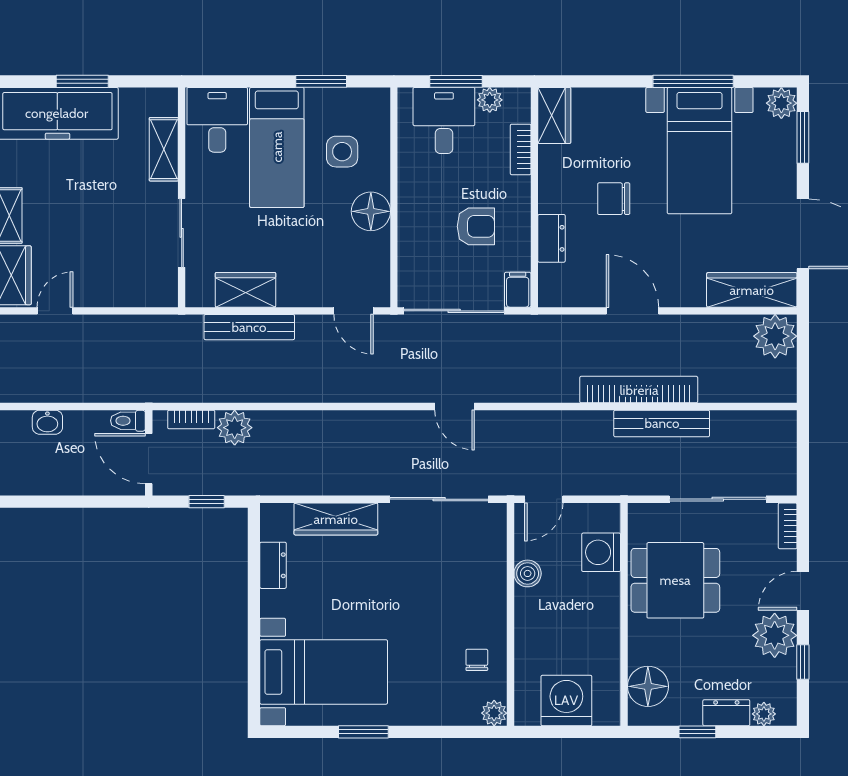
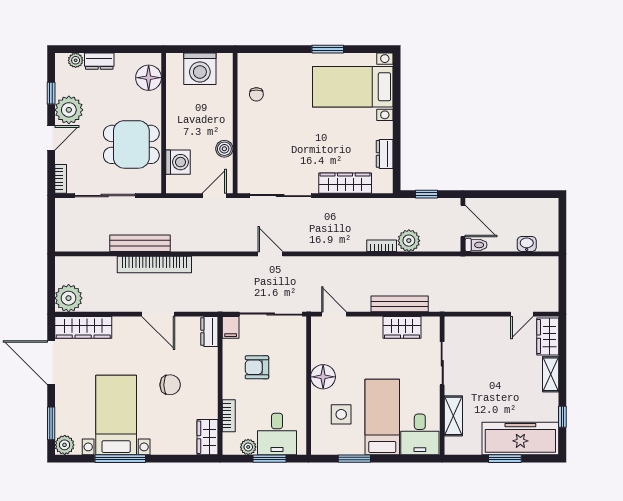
dresser: (551, 238) -> (209, 332), moved
bookcase: (191, 419) -> (382, 246), moved
plant: (494, 713) -> (245, 61), removed
window: (697, 732) -> (118, 49), removed

